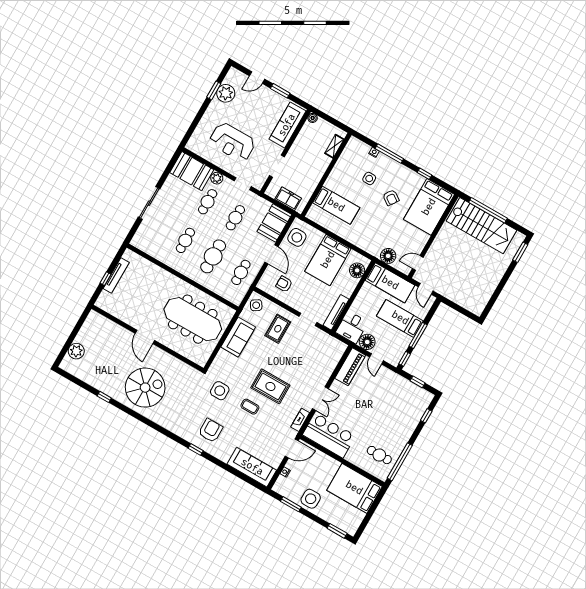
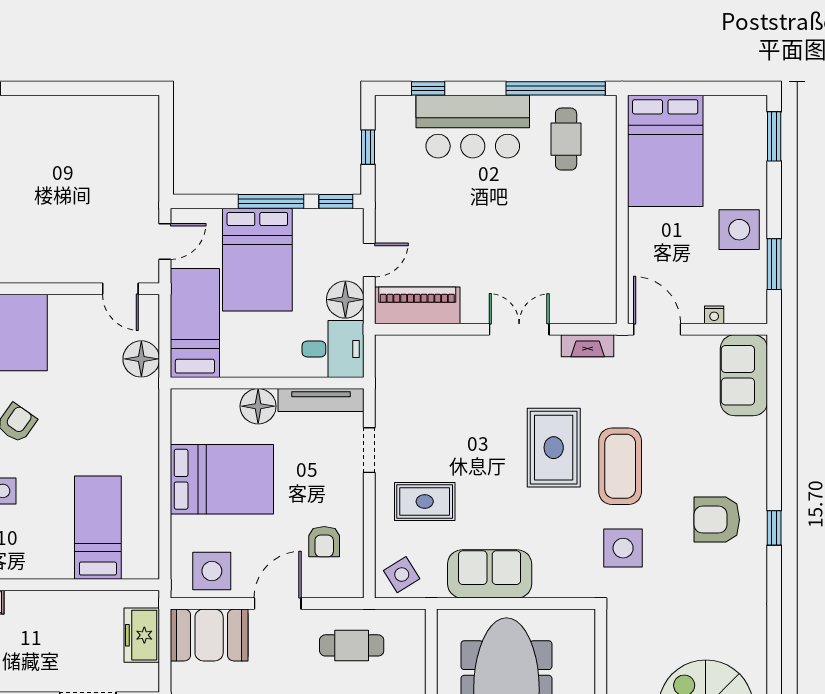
floor lamp: (357, 270) -> (258, 406), moved
bed: (400, 318) -> (257, 260), width x1.50
coffee table: (250, 407) -> (620, 466), width x1.86, depth x1.72
bar counter: (329, 435) -> (473, 127), moved, turned -90
sofa: (252, 467) -> (744, 375), width x0.73

